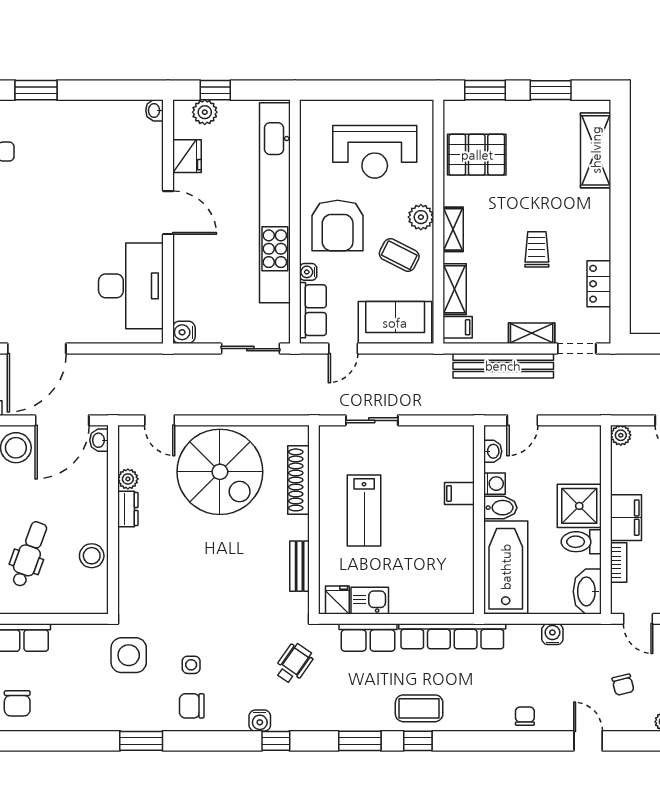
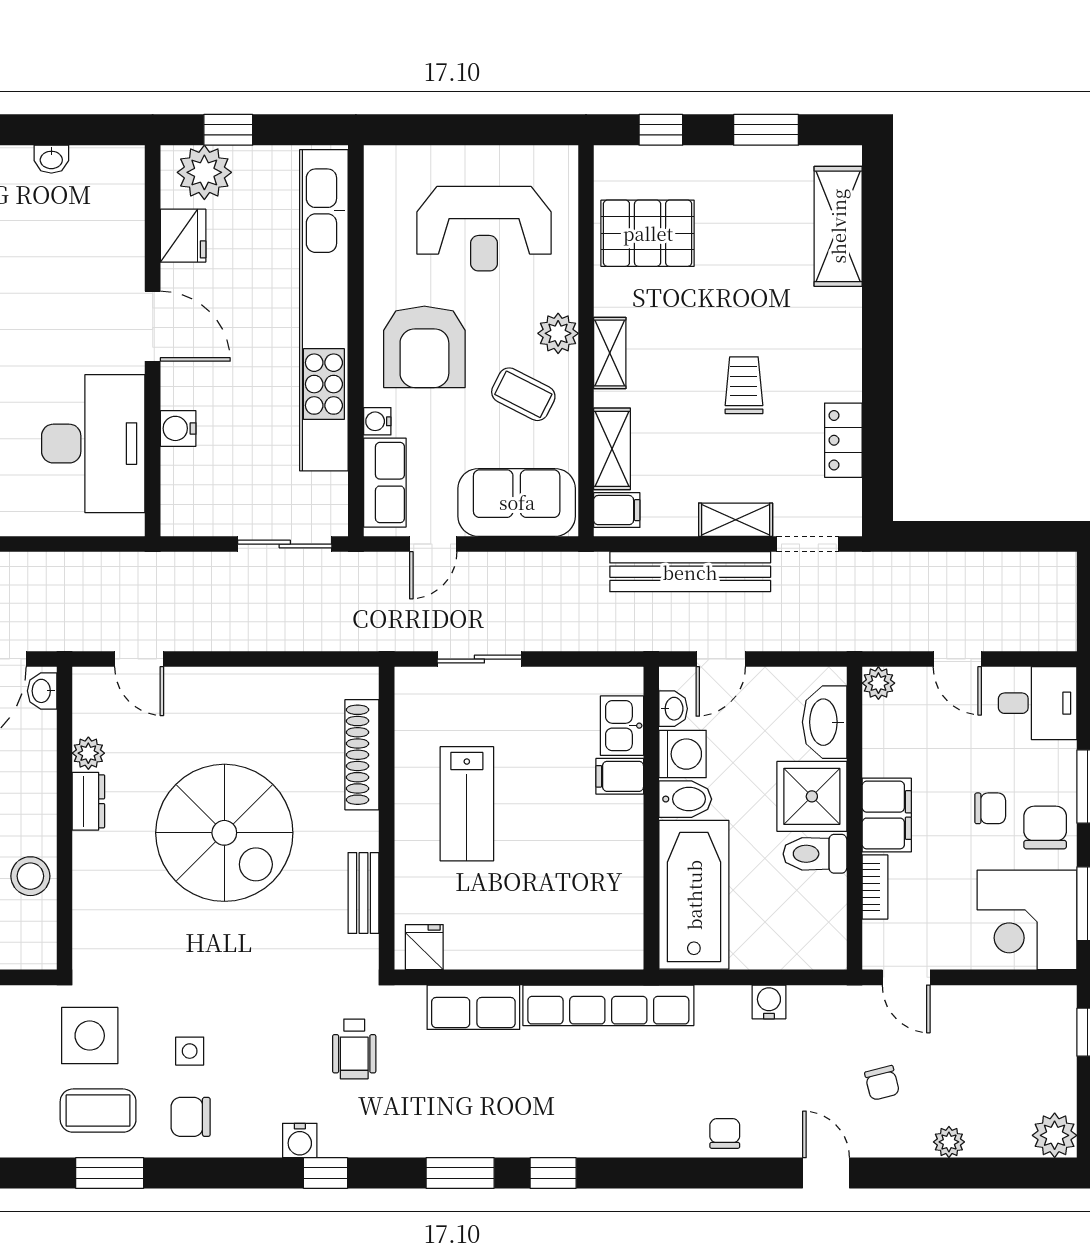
window: (485, 90) -> (661, 130), width x0.67
washbasin: (155, 110) -> (51, 159), moved, turned -90
plant: (205, 112) -> (204, 172), width x1.36, depth x1.36
water cooler: (184, 332) -> (178, 428), moved
spiral stairs: (220, 472) -> (224, 833), moved
washing machine: (495, 484) -> (683, 754), width x1.38, depth x1.38
washbasin: (587, 591) -> (825, 722), moved
kitchen sink: (370, 601) -> (622, 726), moved, turned -90
wheelchair: (294, 664) -> (354, 1049), turned 145
coffee table: (419, 708) -> (98, 1111), moved

